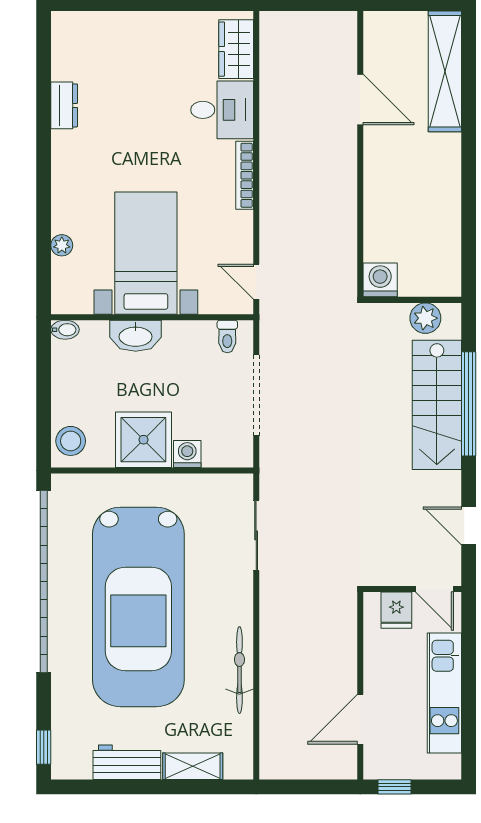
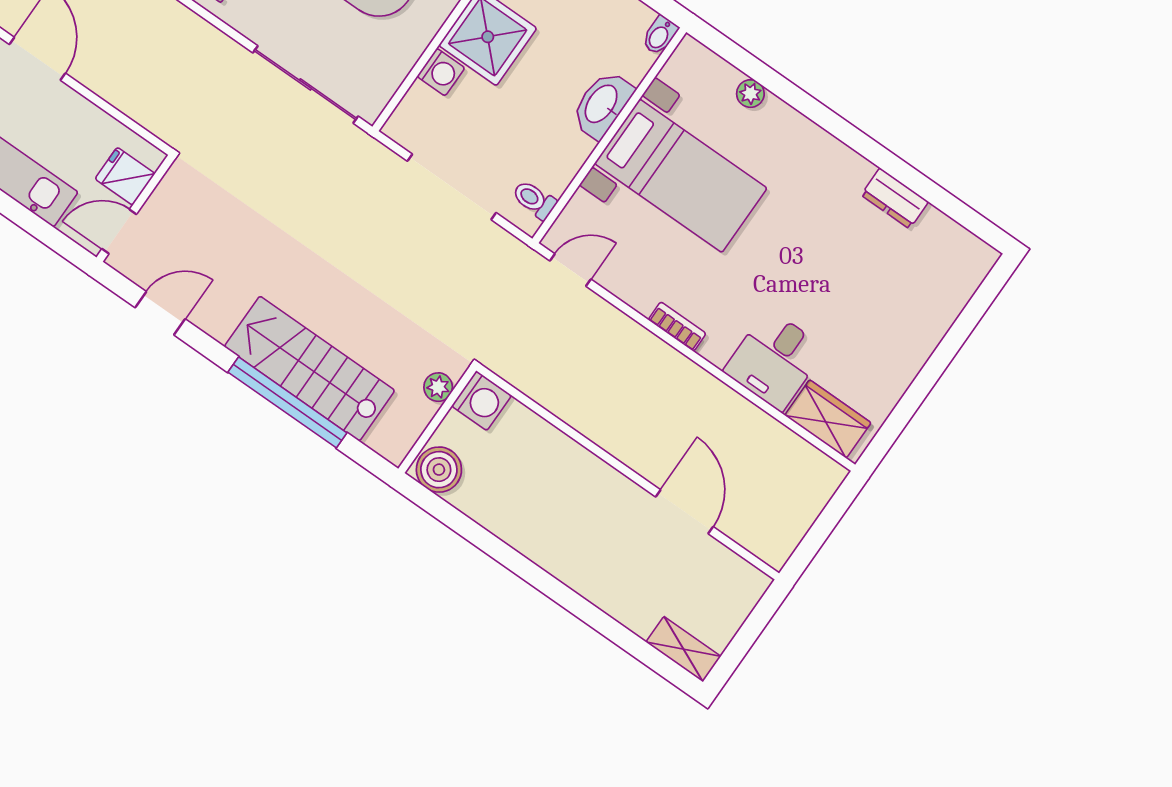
shelving: (445, 71) -> (683, 649), width x0.45, depth x0.75
door: (360, 100) -> (684, 512), swing flipped
bookcase: (245, 175) -> (677, 327), width x0.64
boiler: (444, 276) -> (439, 470), added
plant: (425, 318) -> (438, 387), moved, width x0.73, depth x0.73
sliding door: (256, 535) -> (305, 84), width x1.37

